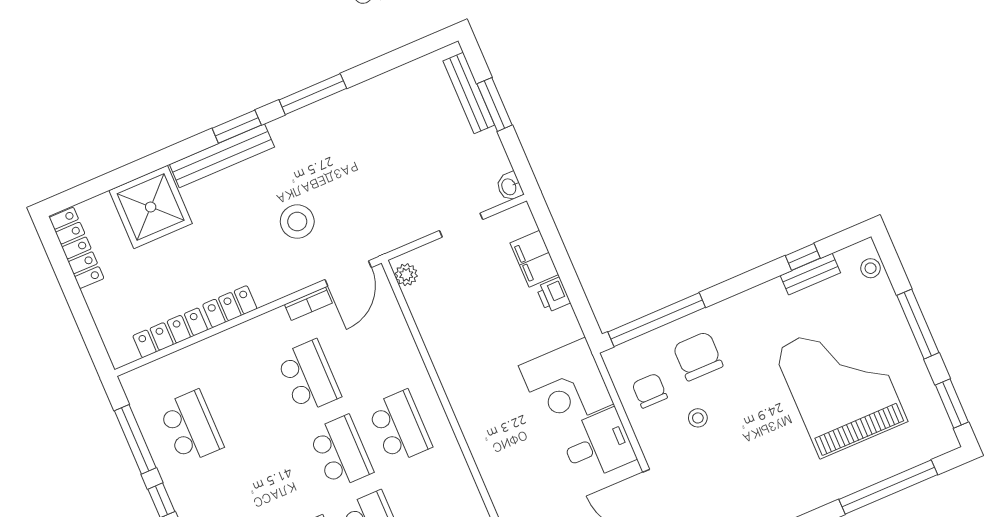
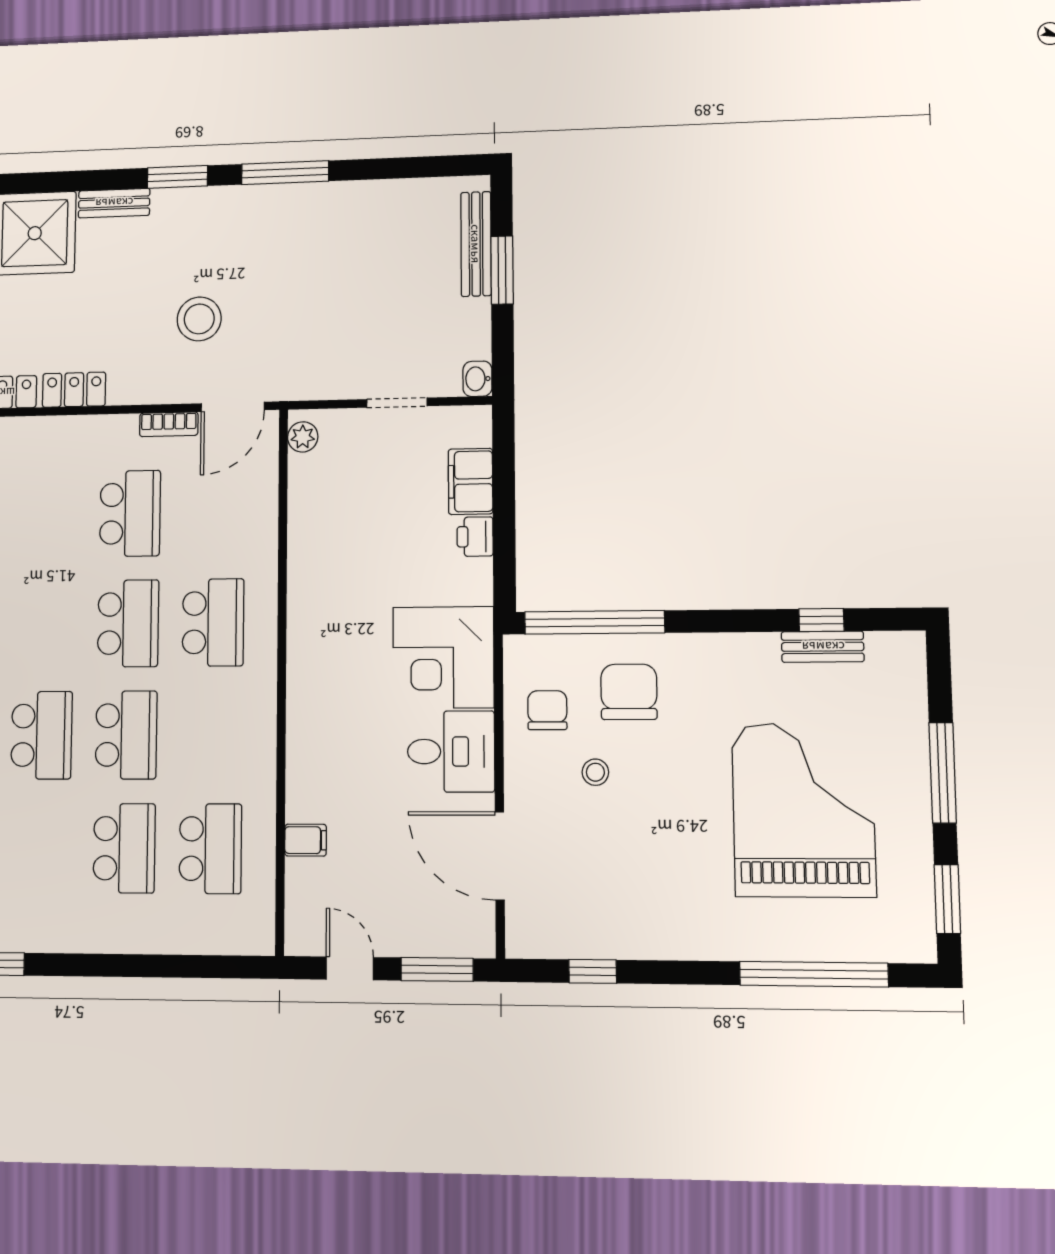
bench: (222, 156) -> (114, 203), width x0.54, depth x0.82
stool: (871, 268) -> (907, 672), removed

